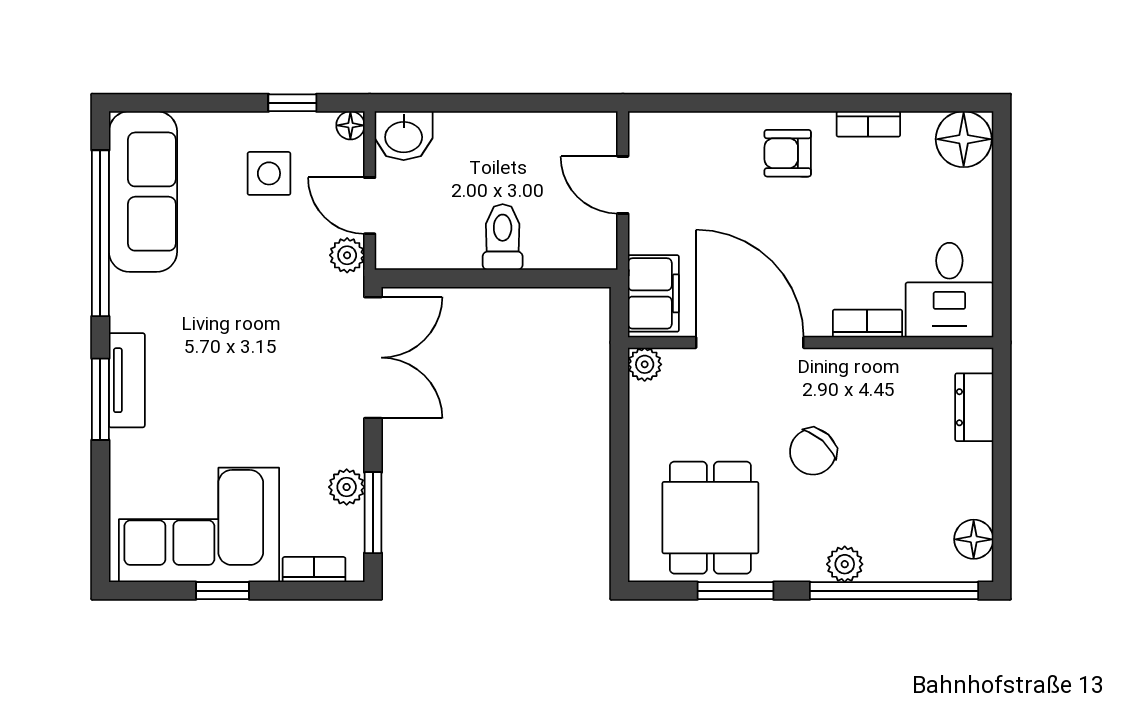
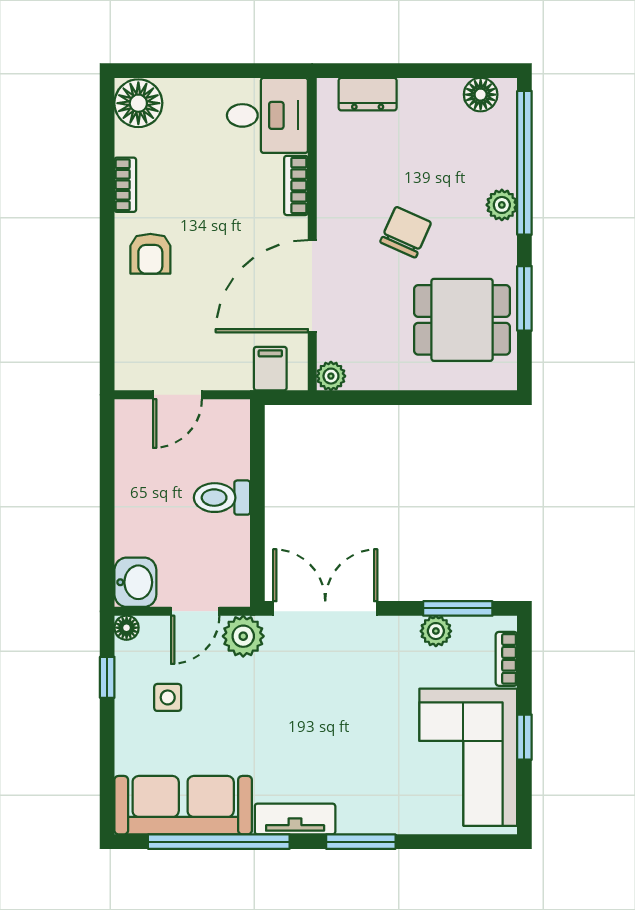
side table: (269, 173) -> (168, 697), width x0.73, depth x0.73
plant: (347, 255) -> (243, 636), width x1.38, depth x1.38
filing cabinet: (653, 293) -> (270, 369), width x0.50
tv unit: (127, 380) -> (295, 819), moved
chair: (813, 452) -> (406, 232), turned -108

